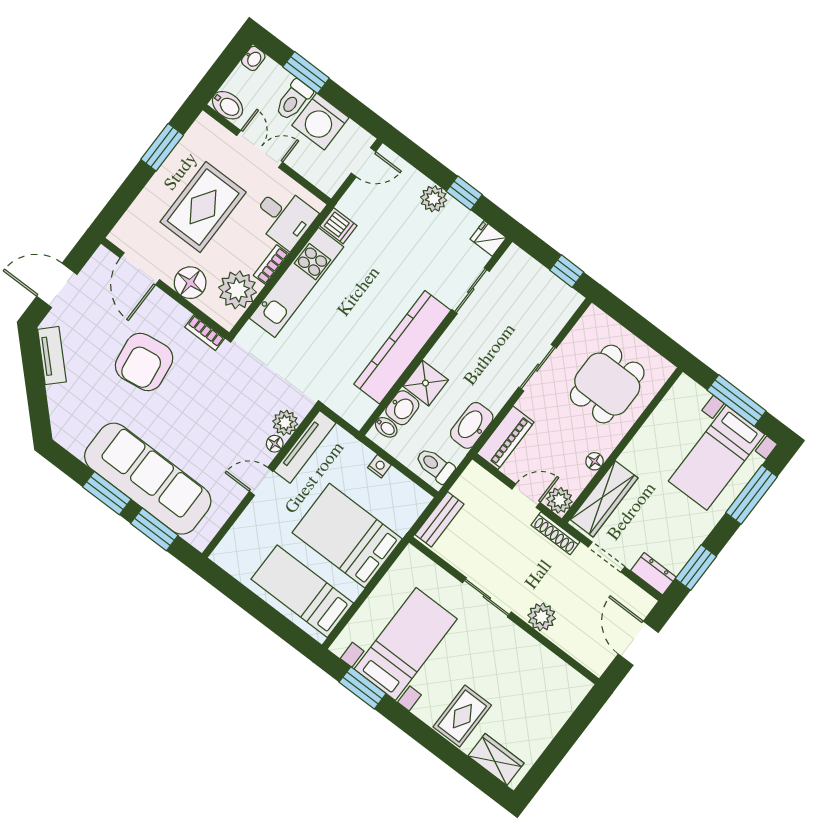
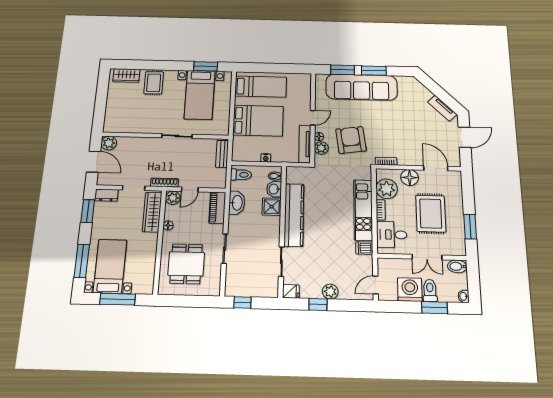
armchair: (144, 362) -> (351, 140), moved
plant: (542, 617) -> (109, 143), moved

